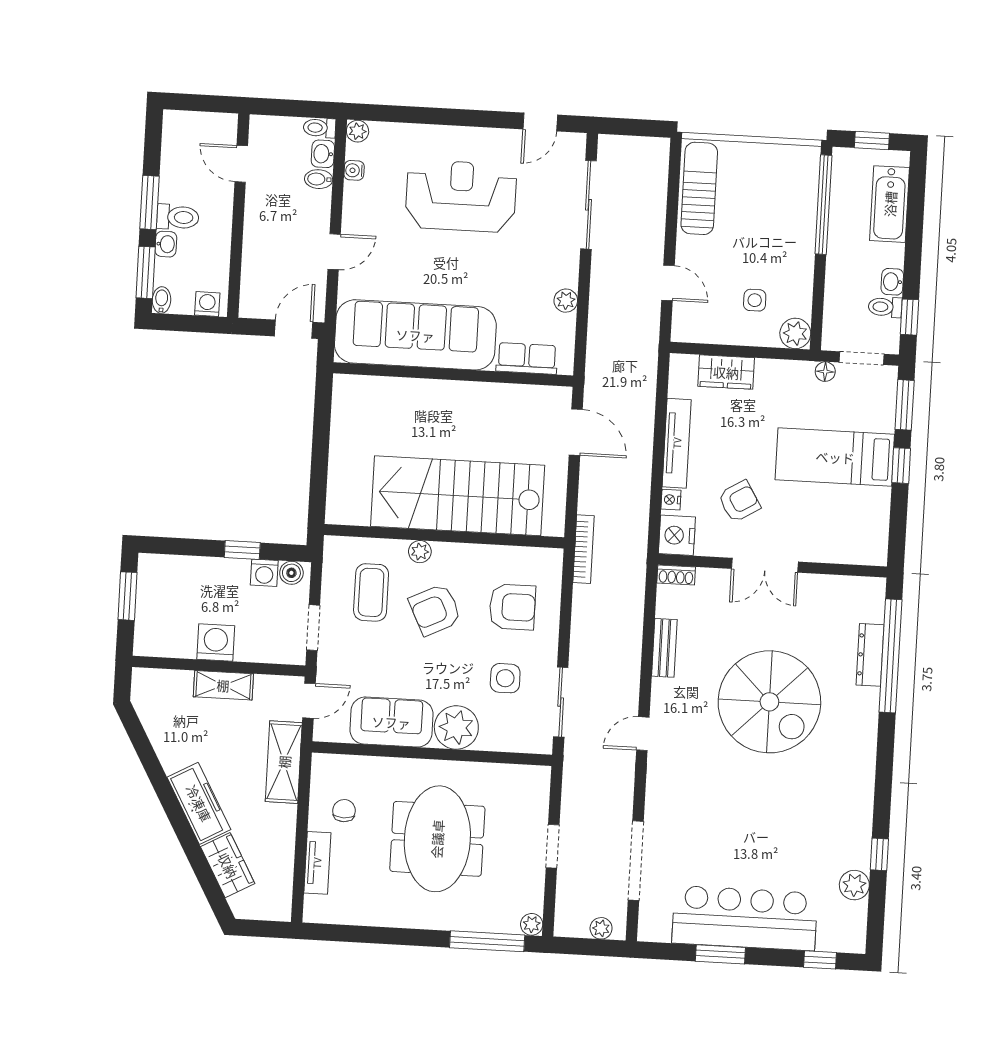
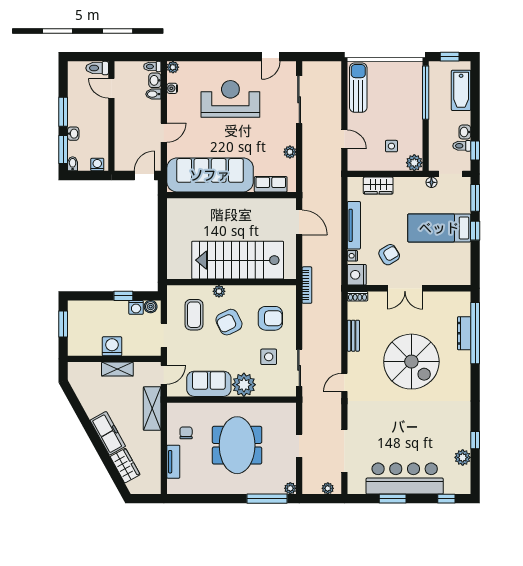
toilet: (178, 217) -> (97, 68), moved, turned 180

